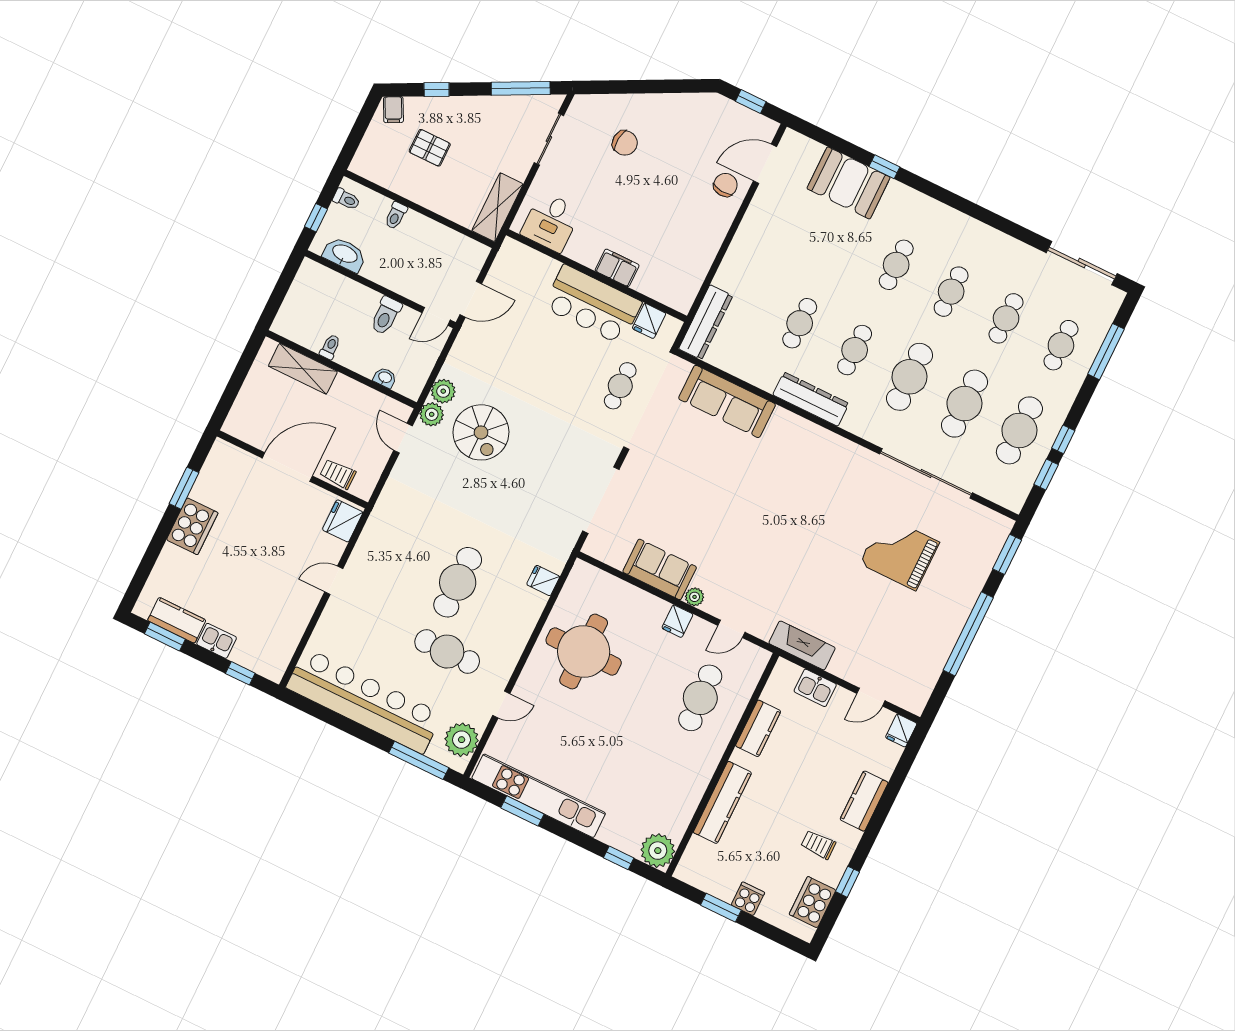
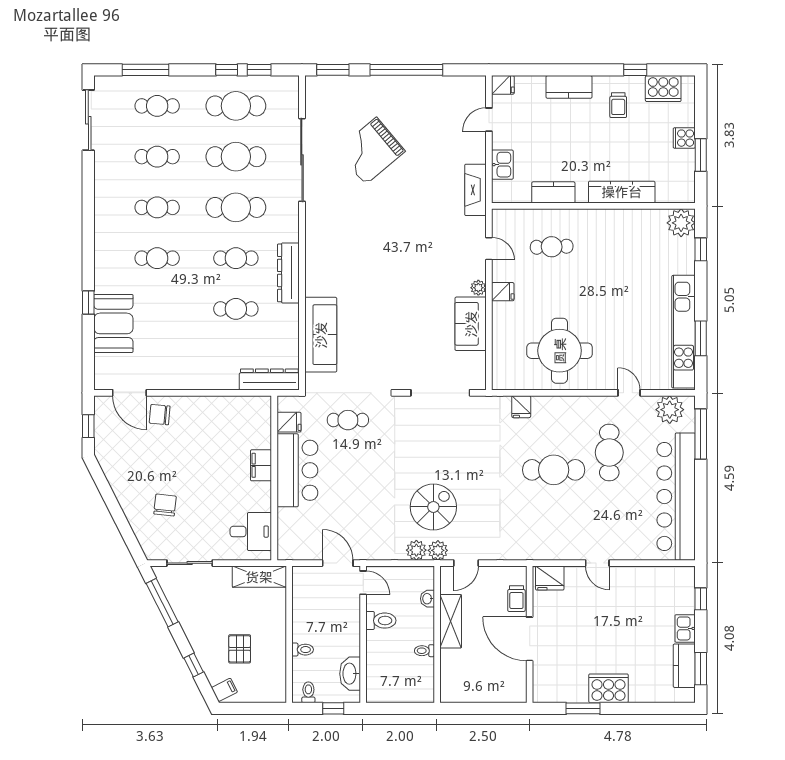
shelving: (303, 369) -> (451, 621), moved
grand piano: (899, 553) -> (371, 151), turned 50
door: (871, 697) -> (489, 120), swing flipped
cafe table: (700, 698) -> (552, 247), width x0.73, depth x0.74

